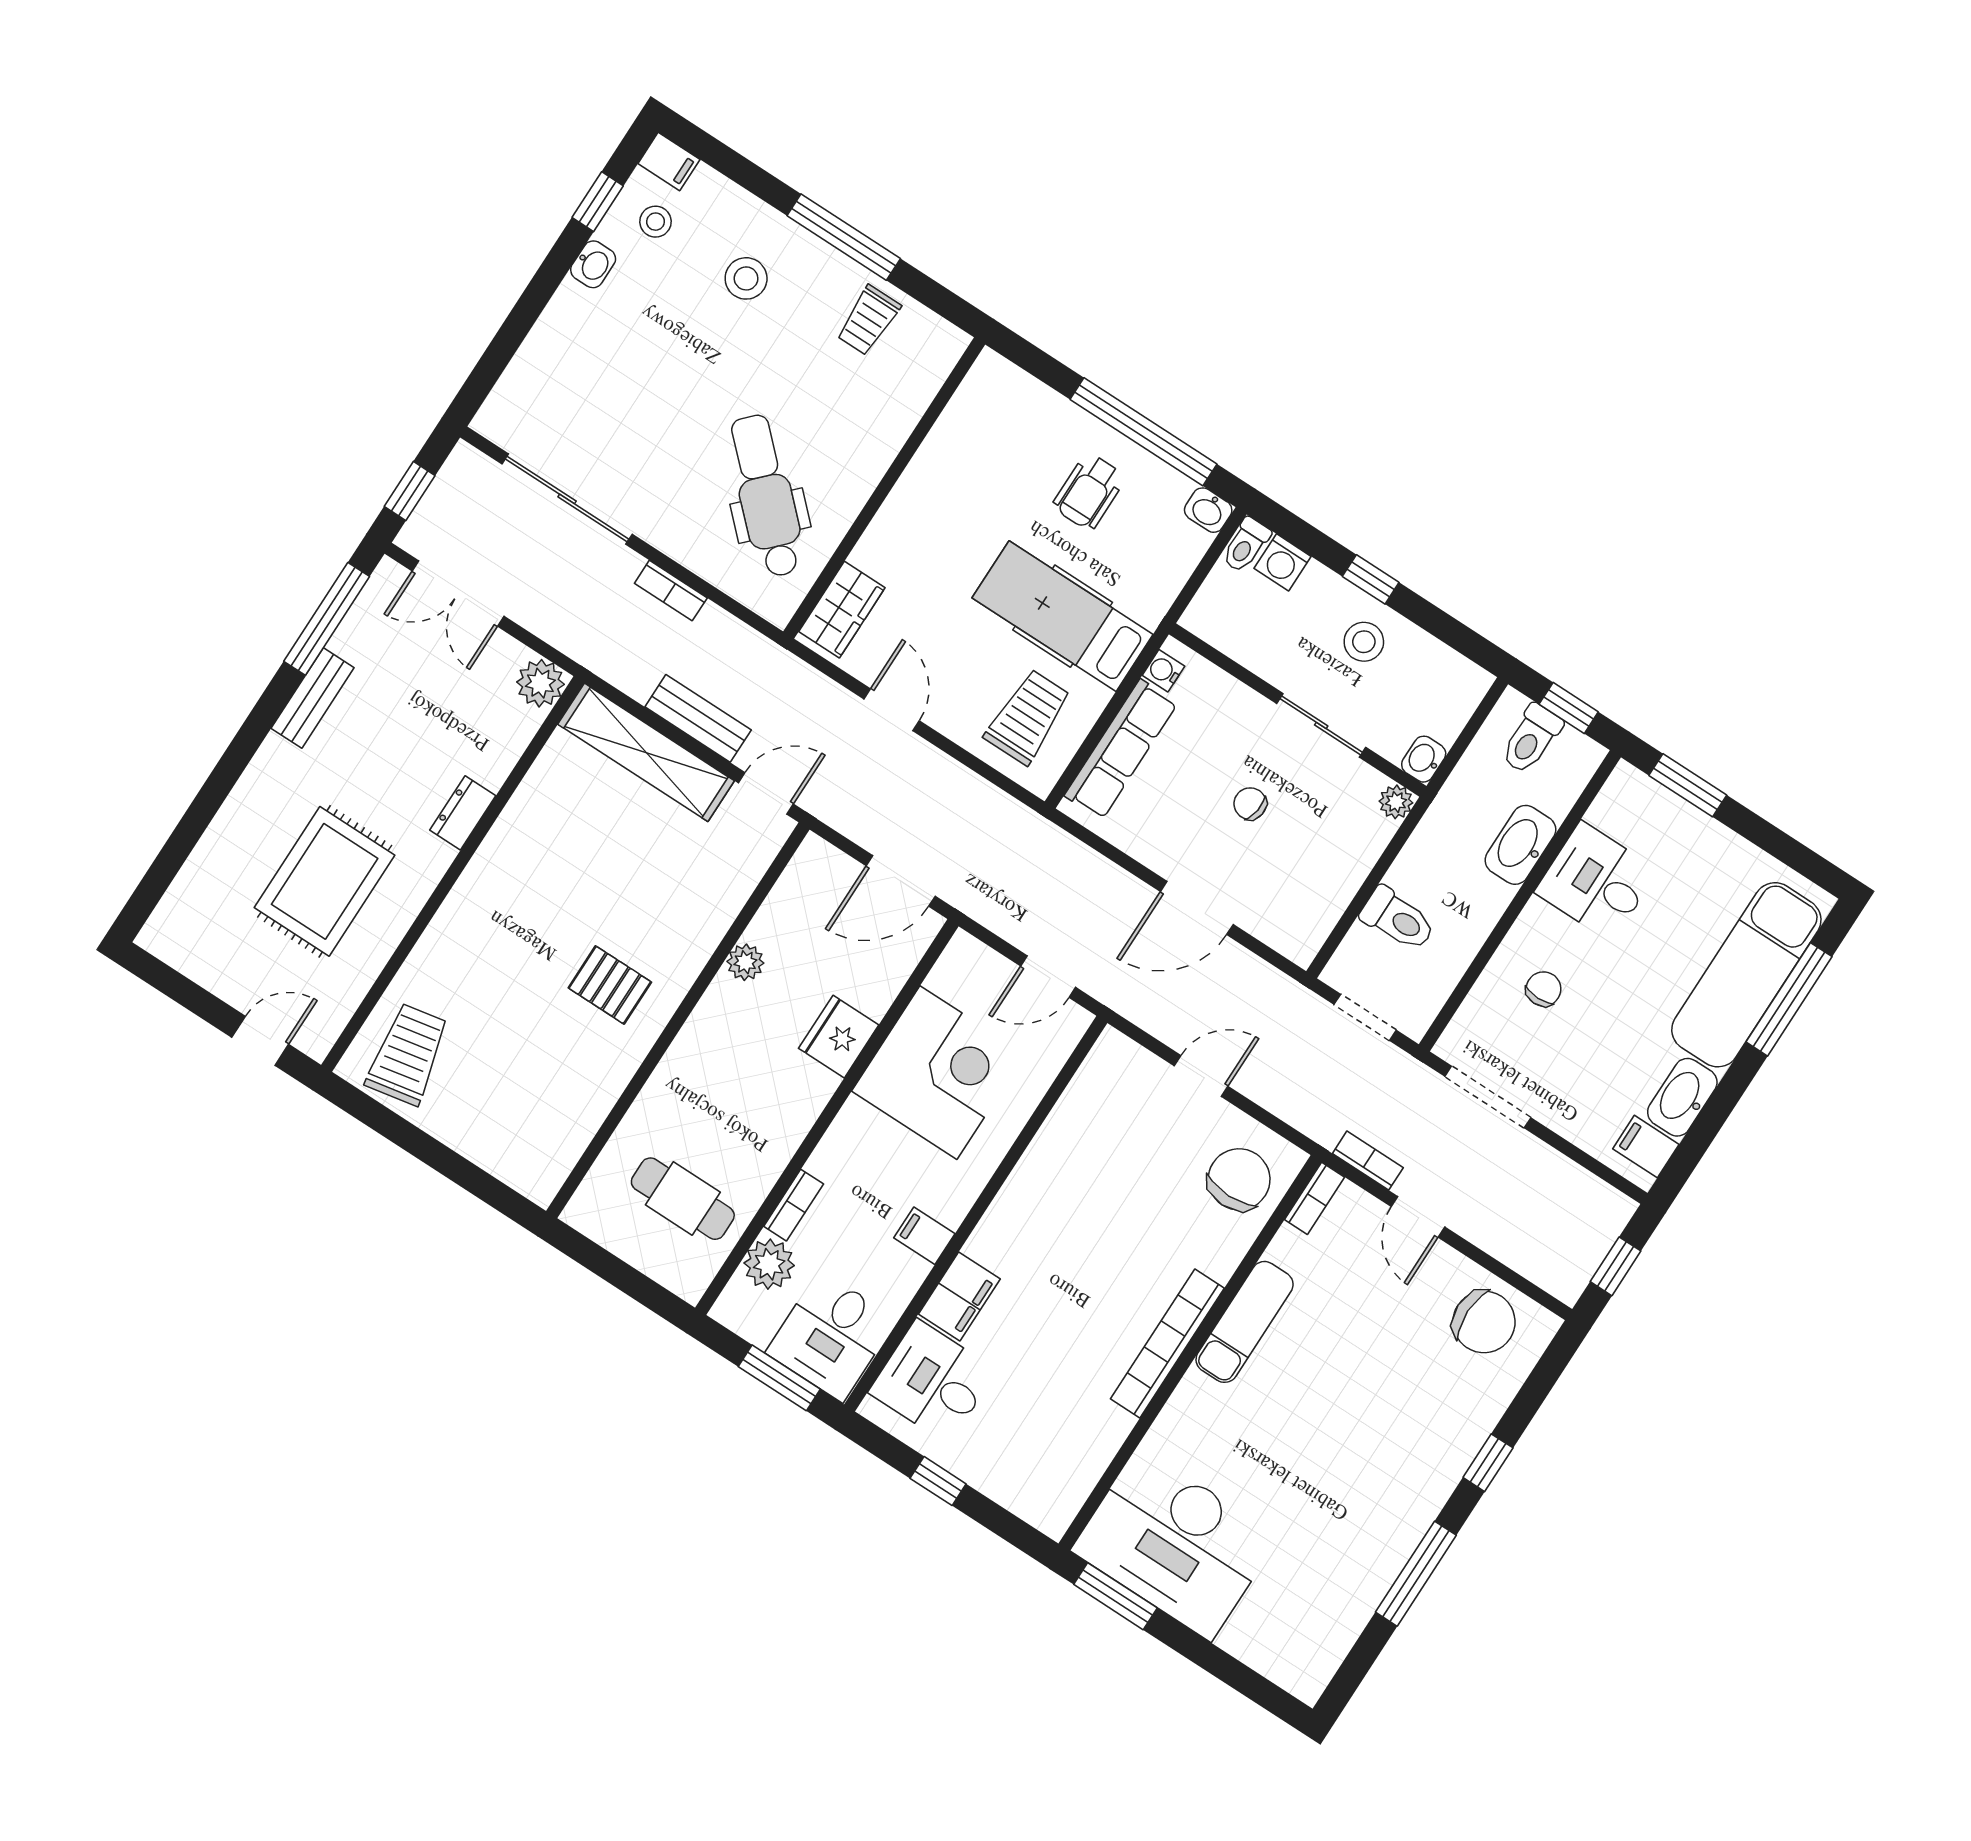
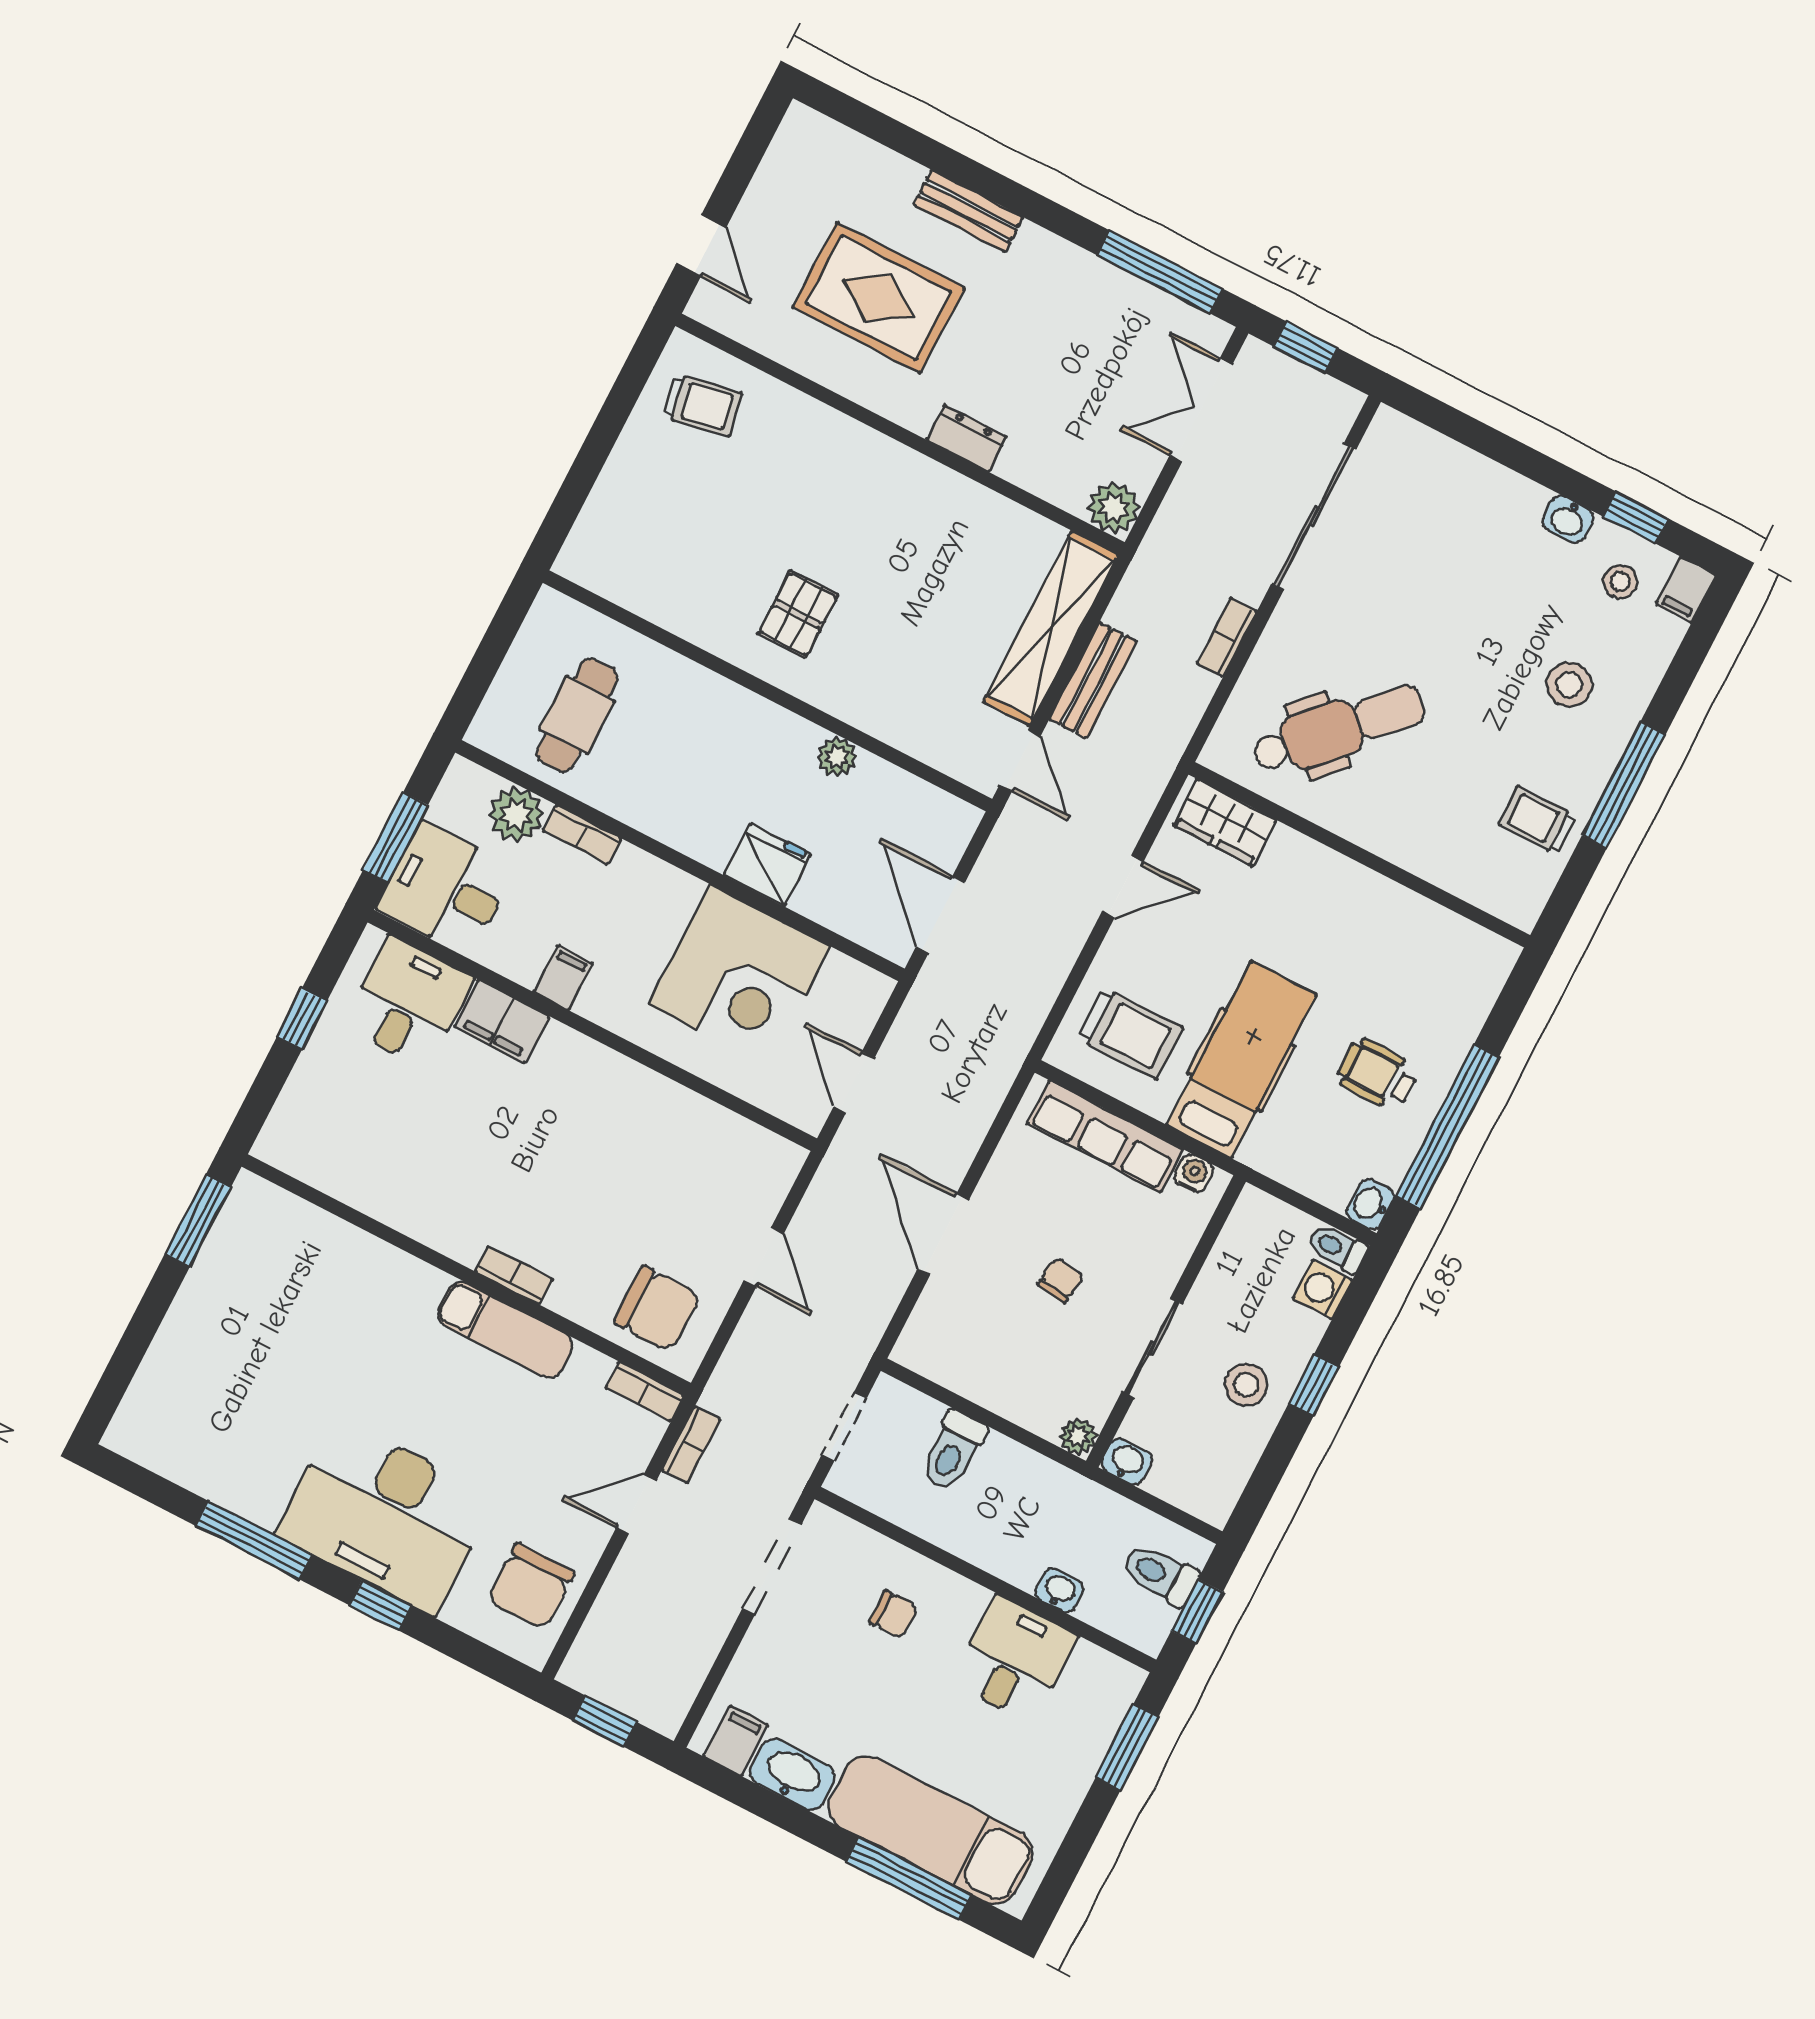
bench: (313, 698) -> (969, 211), moved
washbasin: (1520, 845) -> (1059, 1590), width x0.52, depth x0.69
trolley: (408, 1054) -> (702, 405), width x0.73, depth x0.72
bookcase: (1167, 1344) -> (514, 1275), width x0.43, depth x0.76
desk: (1175, 1544) -> (385, 1516), moved, turned -90

